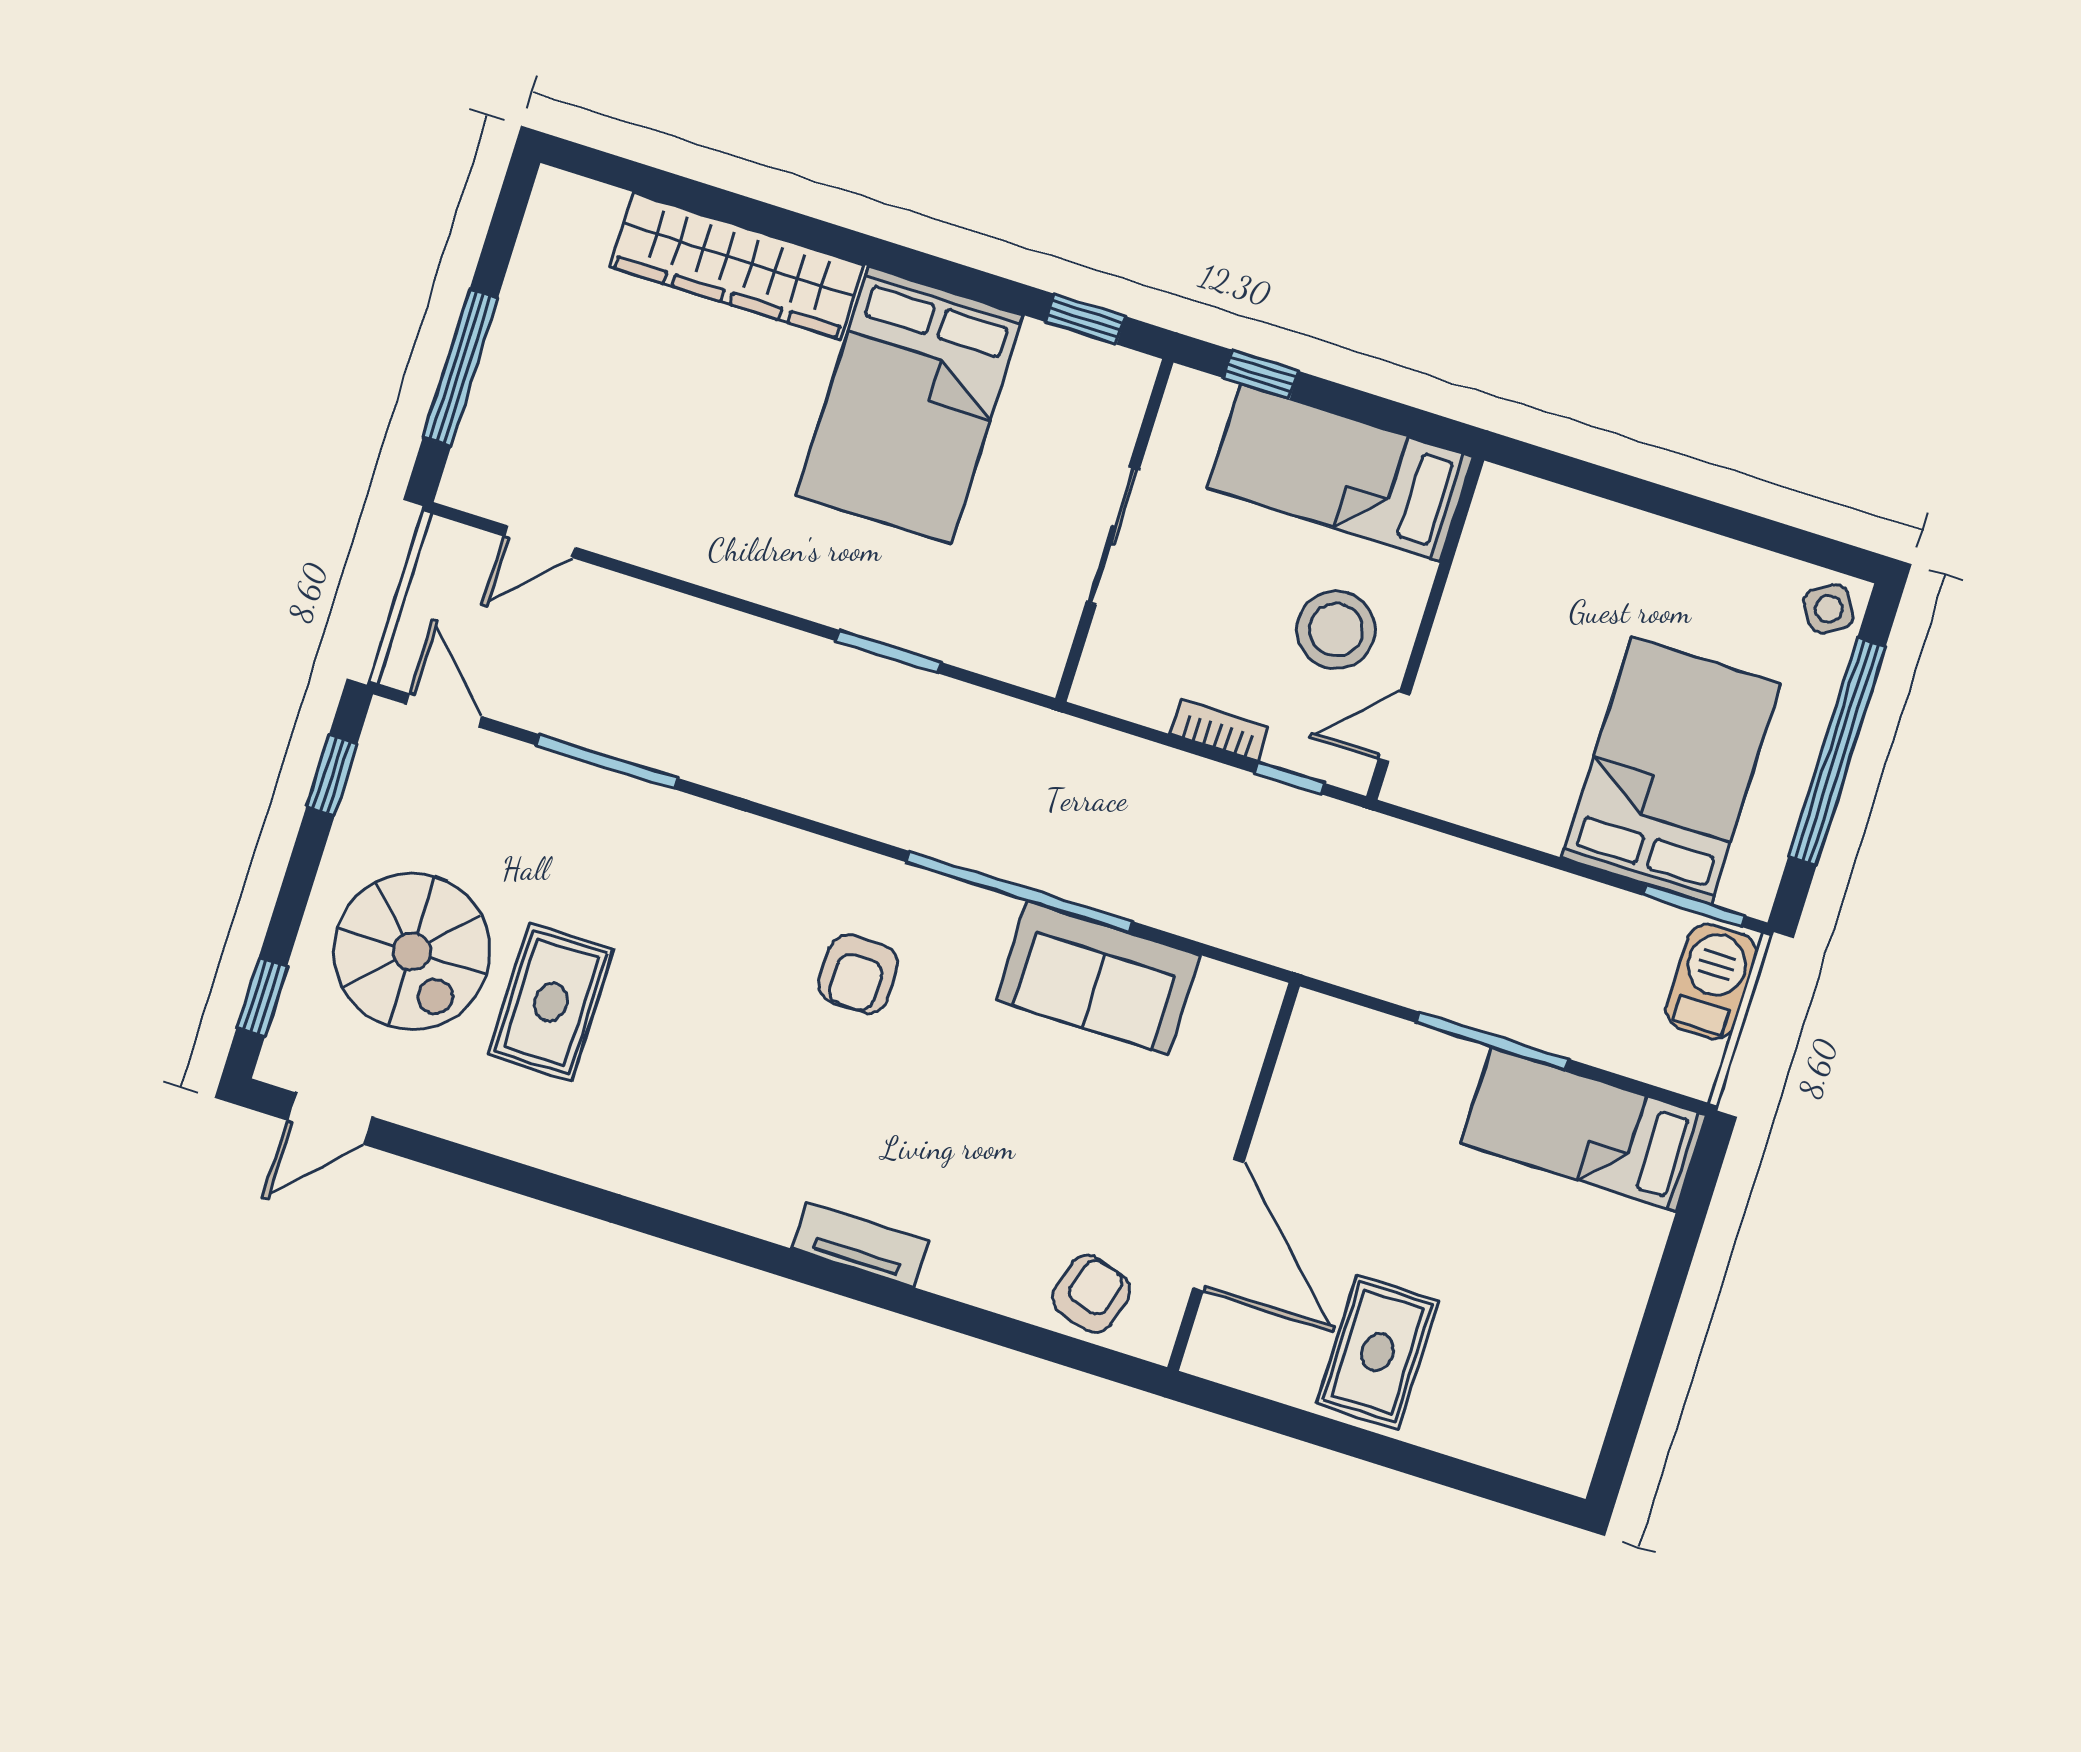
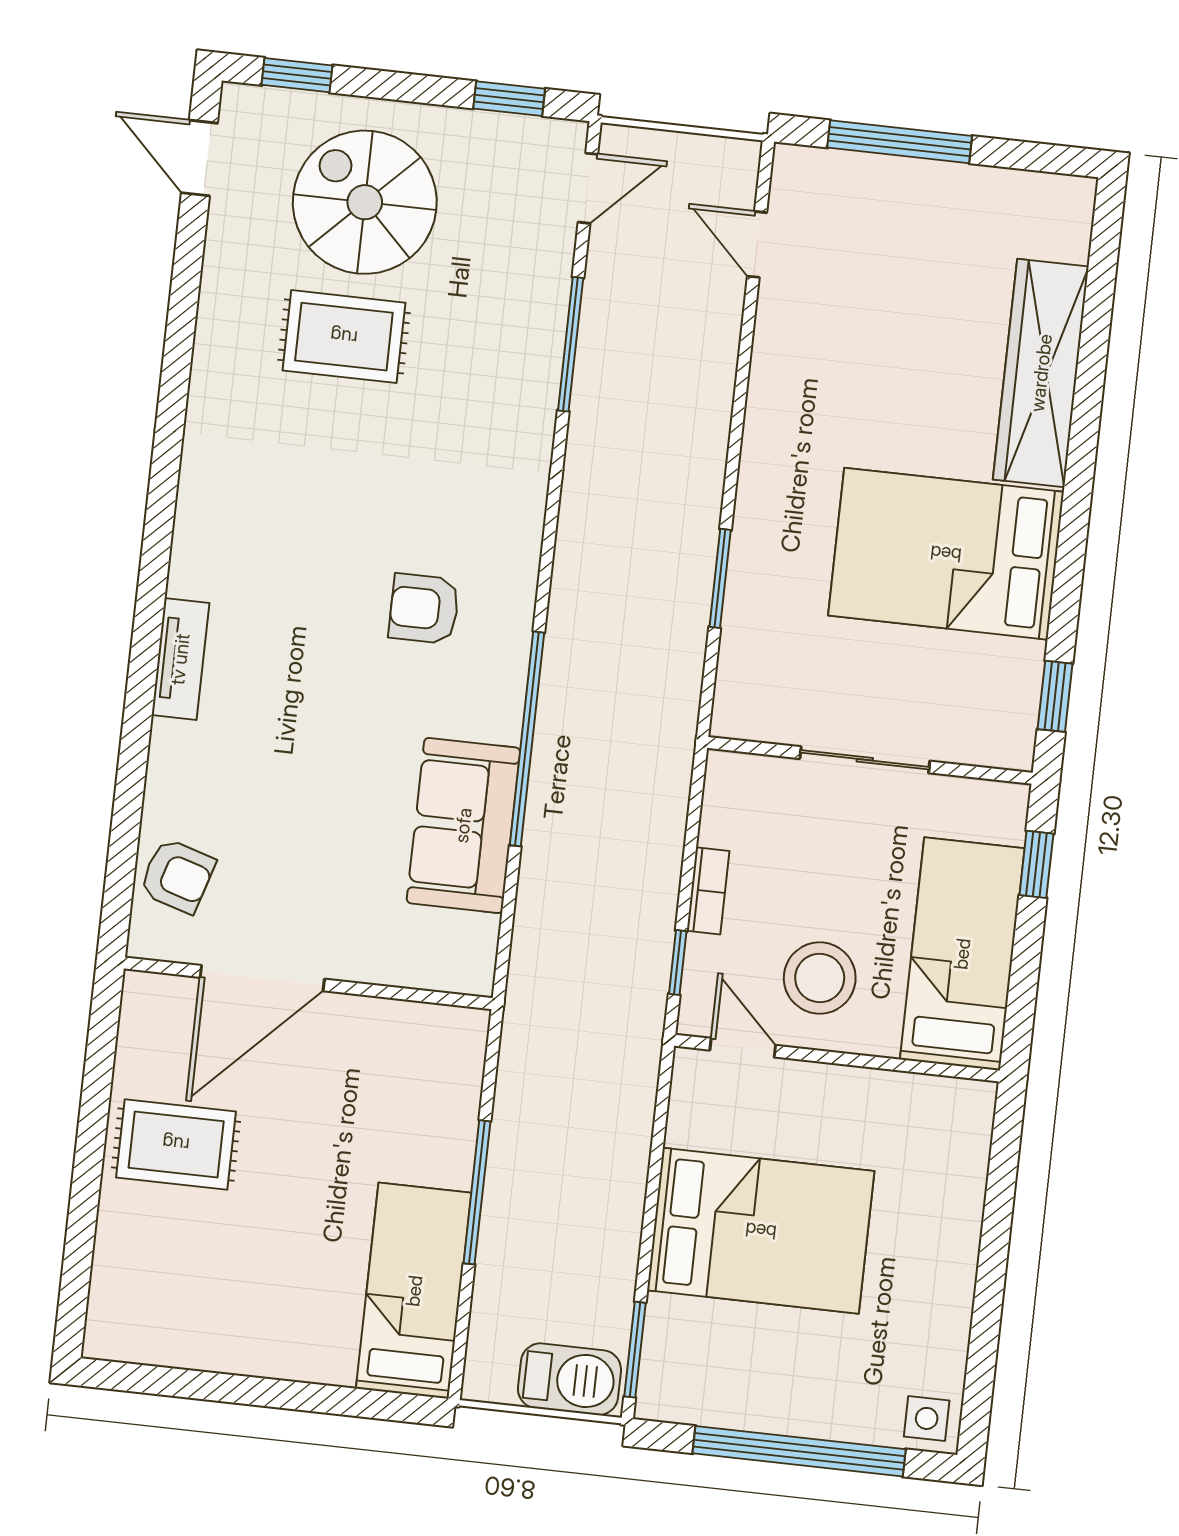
side table: (1829, 609) -> (927, 1418), turned 33
bed: (1671, 771) -> (761, 1231), moved
spiral stairs: (412, 951) -> (365, 202), turned 90

